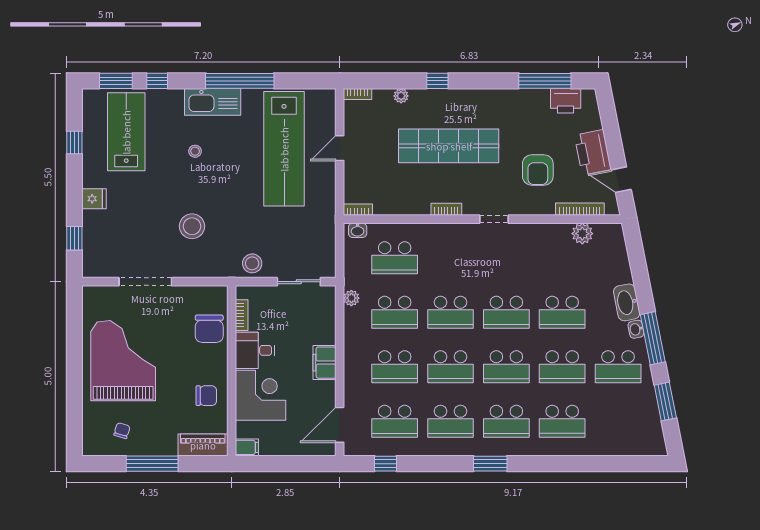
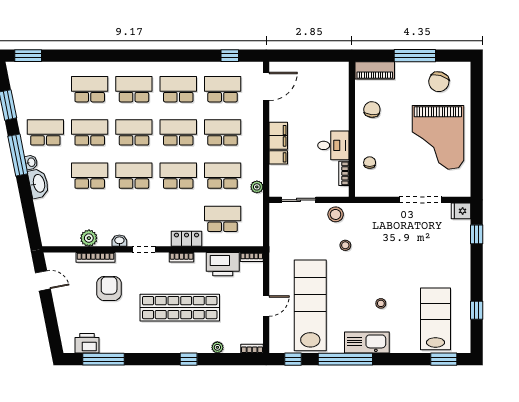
window: (157, 81) -> (293, 359), moved
lab bench: (126, 132) -> (435, 319), turned 180
printer: (593, 152) -> (223, 264), moved, turned 101
fridge: (94, 199) -> (461, 211), moved
bookcase: (580, 209) -> (95, 257), moved
stool: (192, 226) -> (345, 245), moved, width x0.53, depth x0.53
washbasin: (358, 230) -> (119, 241), moved
locker: (440, 233) -> (187, 239), added
plant: (582, 234) -> (89, 238), moved
chair: (209, 329) -> (370, 163), width x0.54, depth x0.54
corner desk: (261, 395) -> (329, 110), removed
chair: (206, 396) -> (372, 110), turned 95
chair: (122, 431) -> (439, 82), width x1.87, depth x1.87
filing cabinet: (247, 447) -> (278, 157), moved, turned 180
window: (490, 464) -> (28, 56), moved

